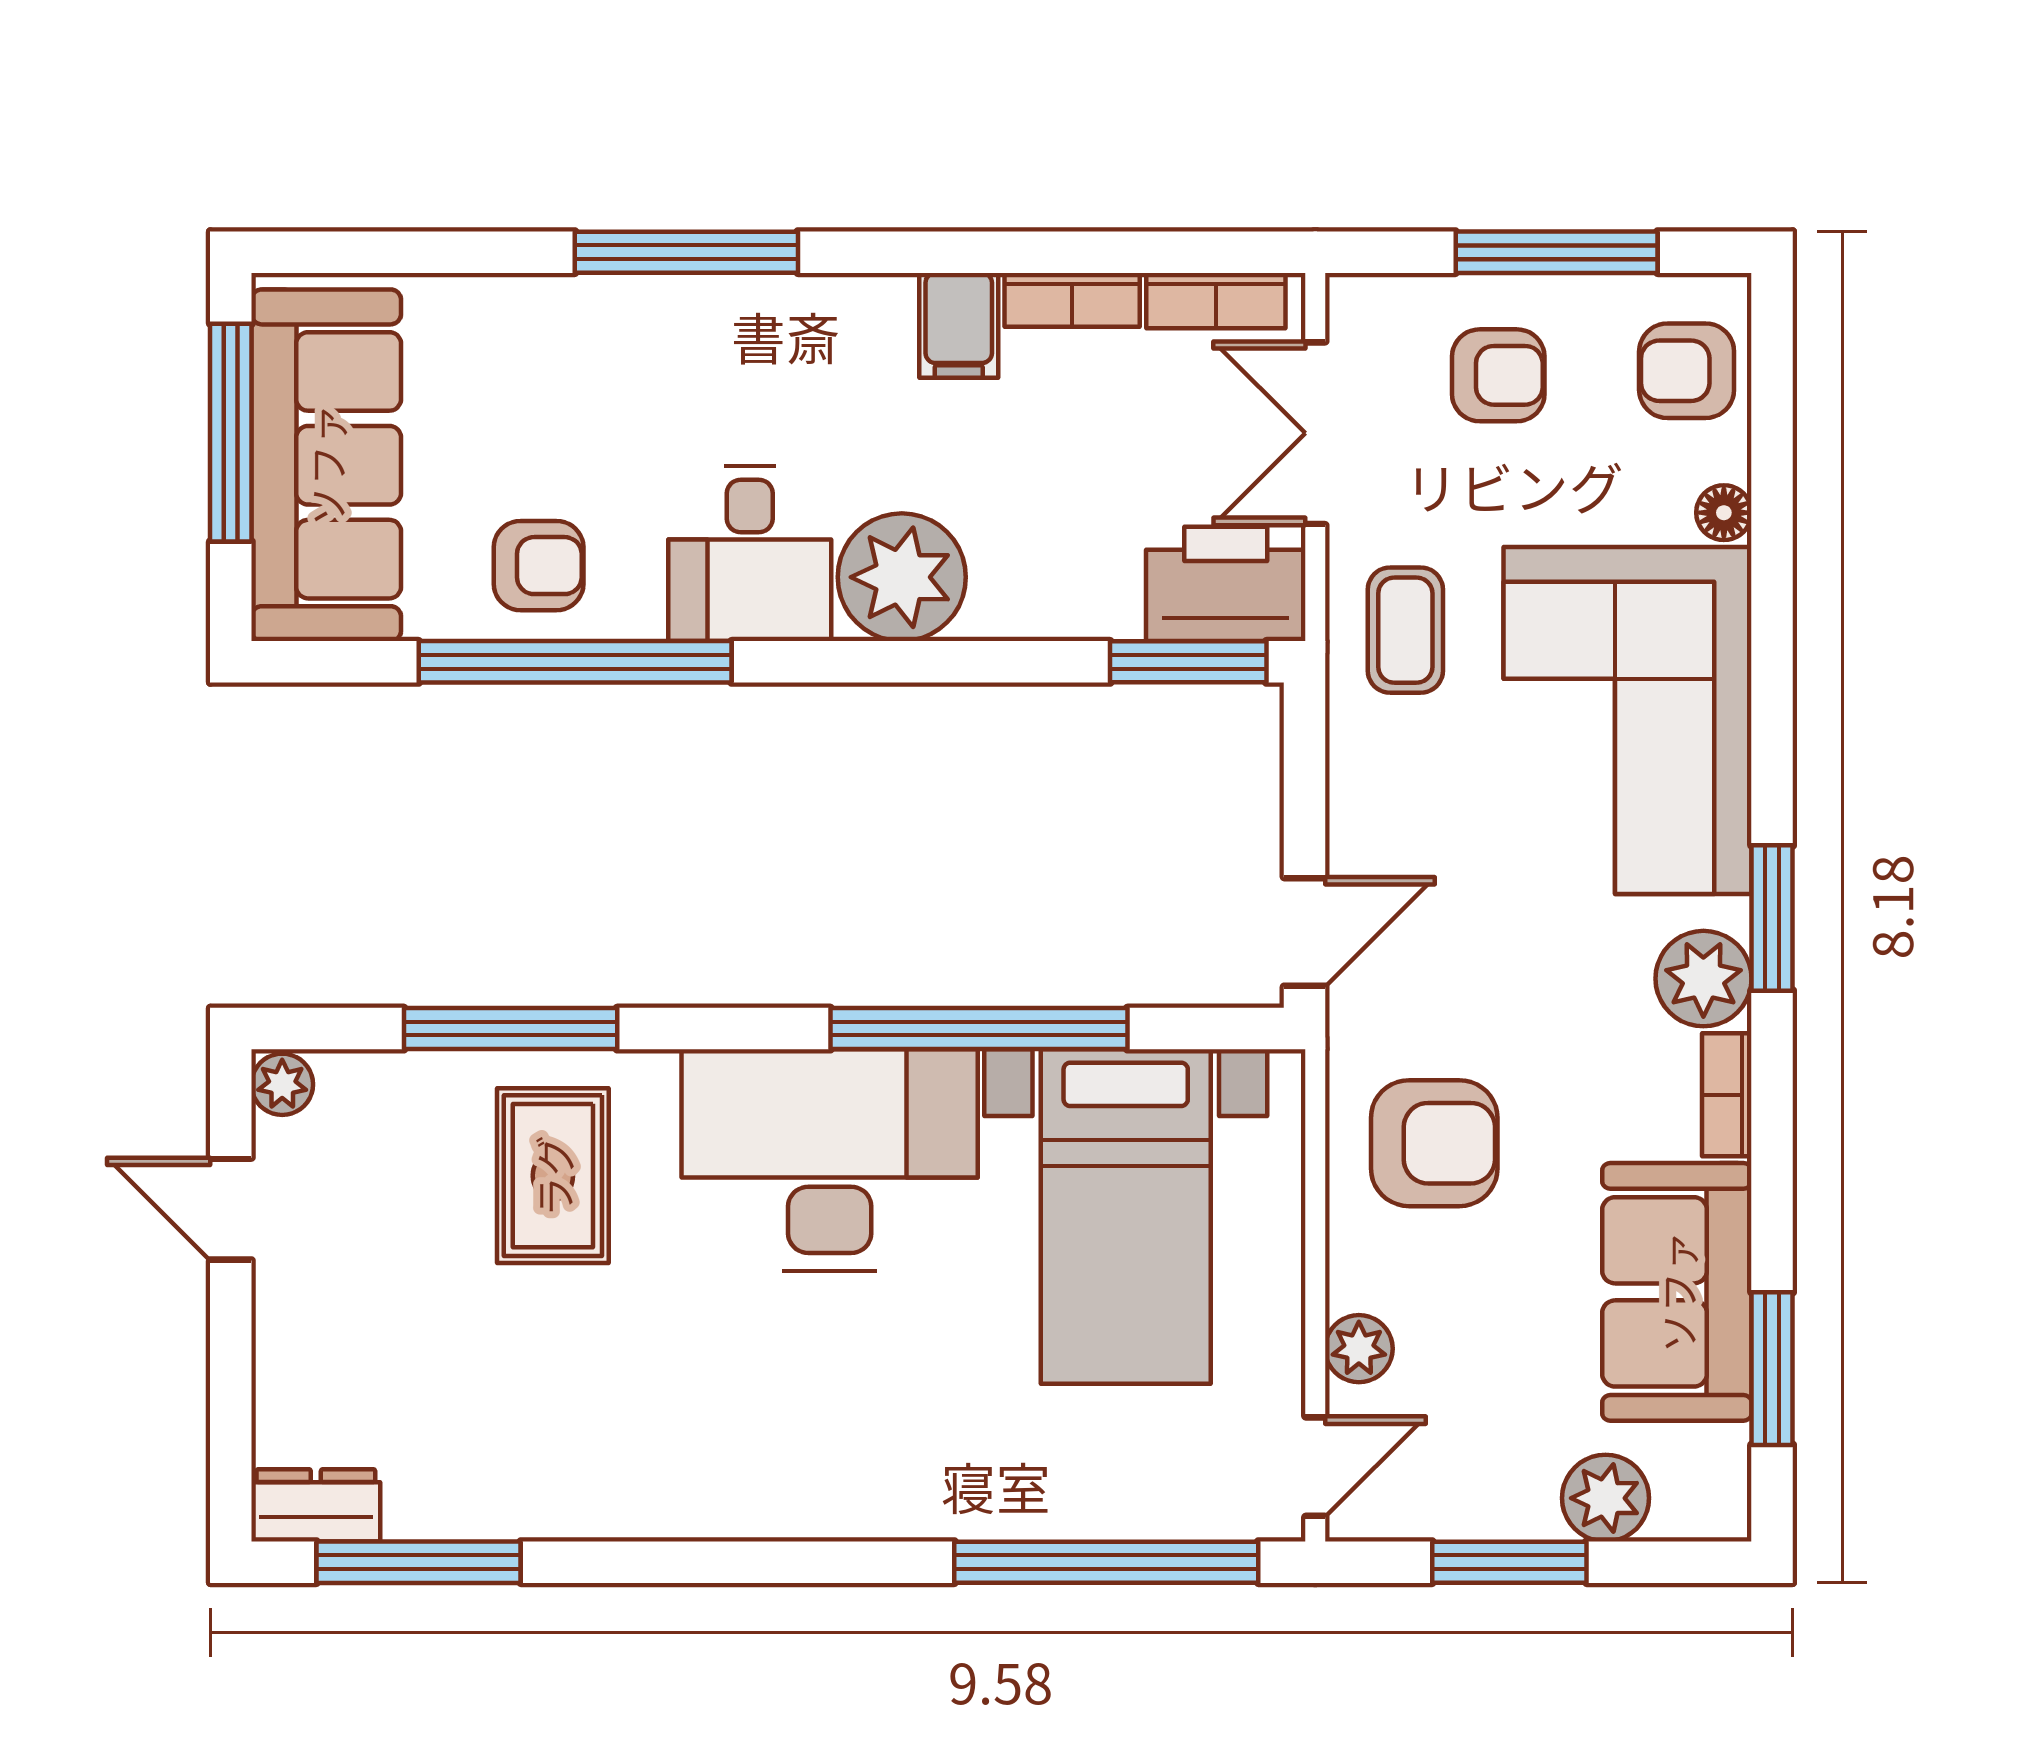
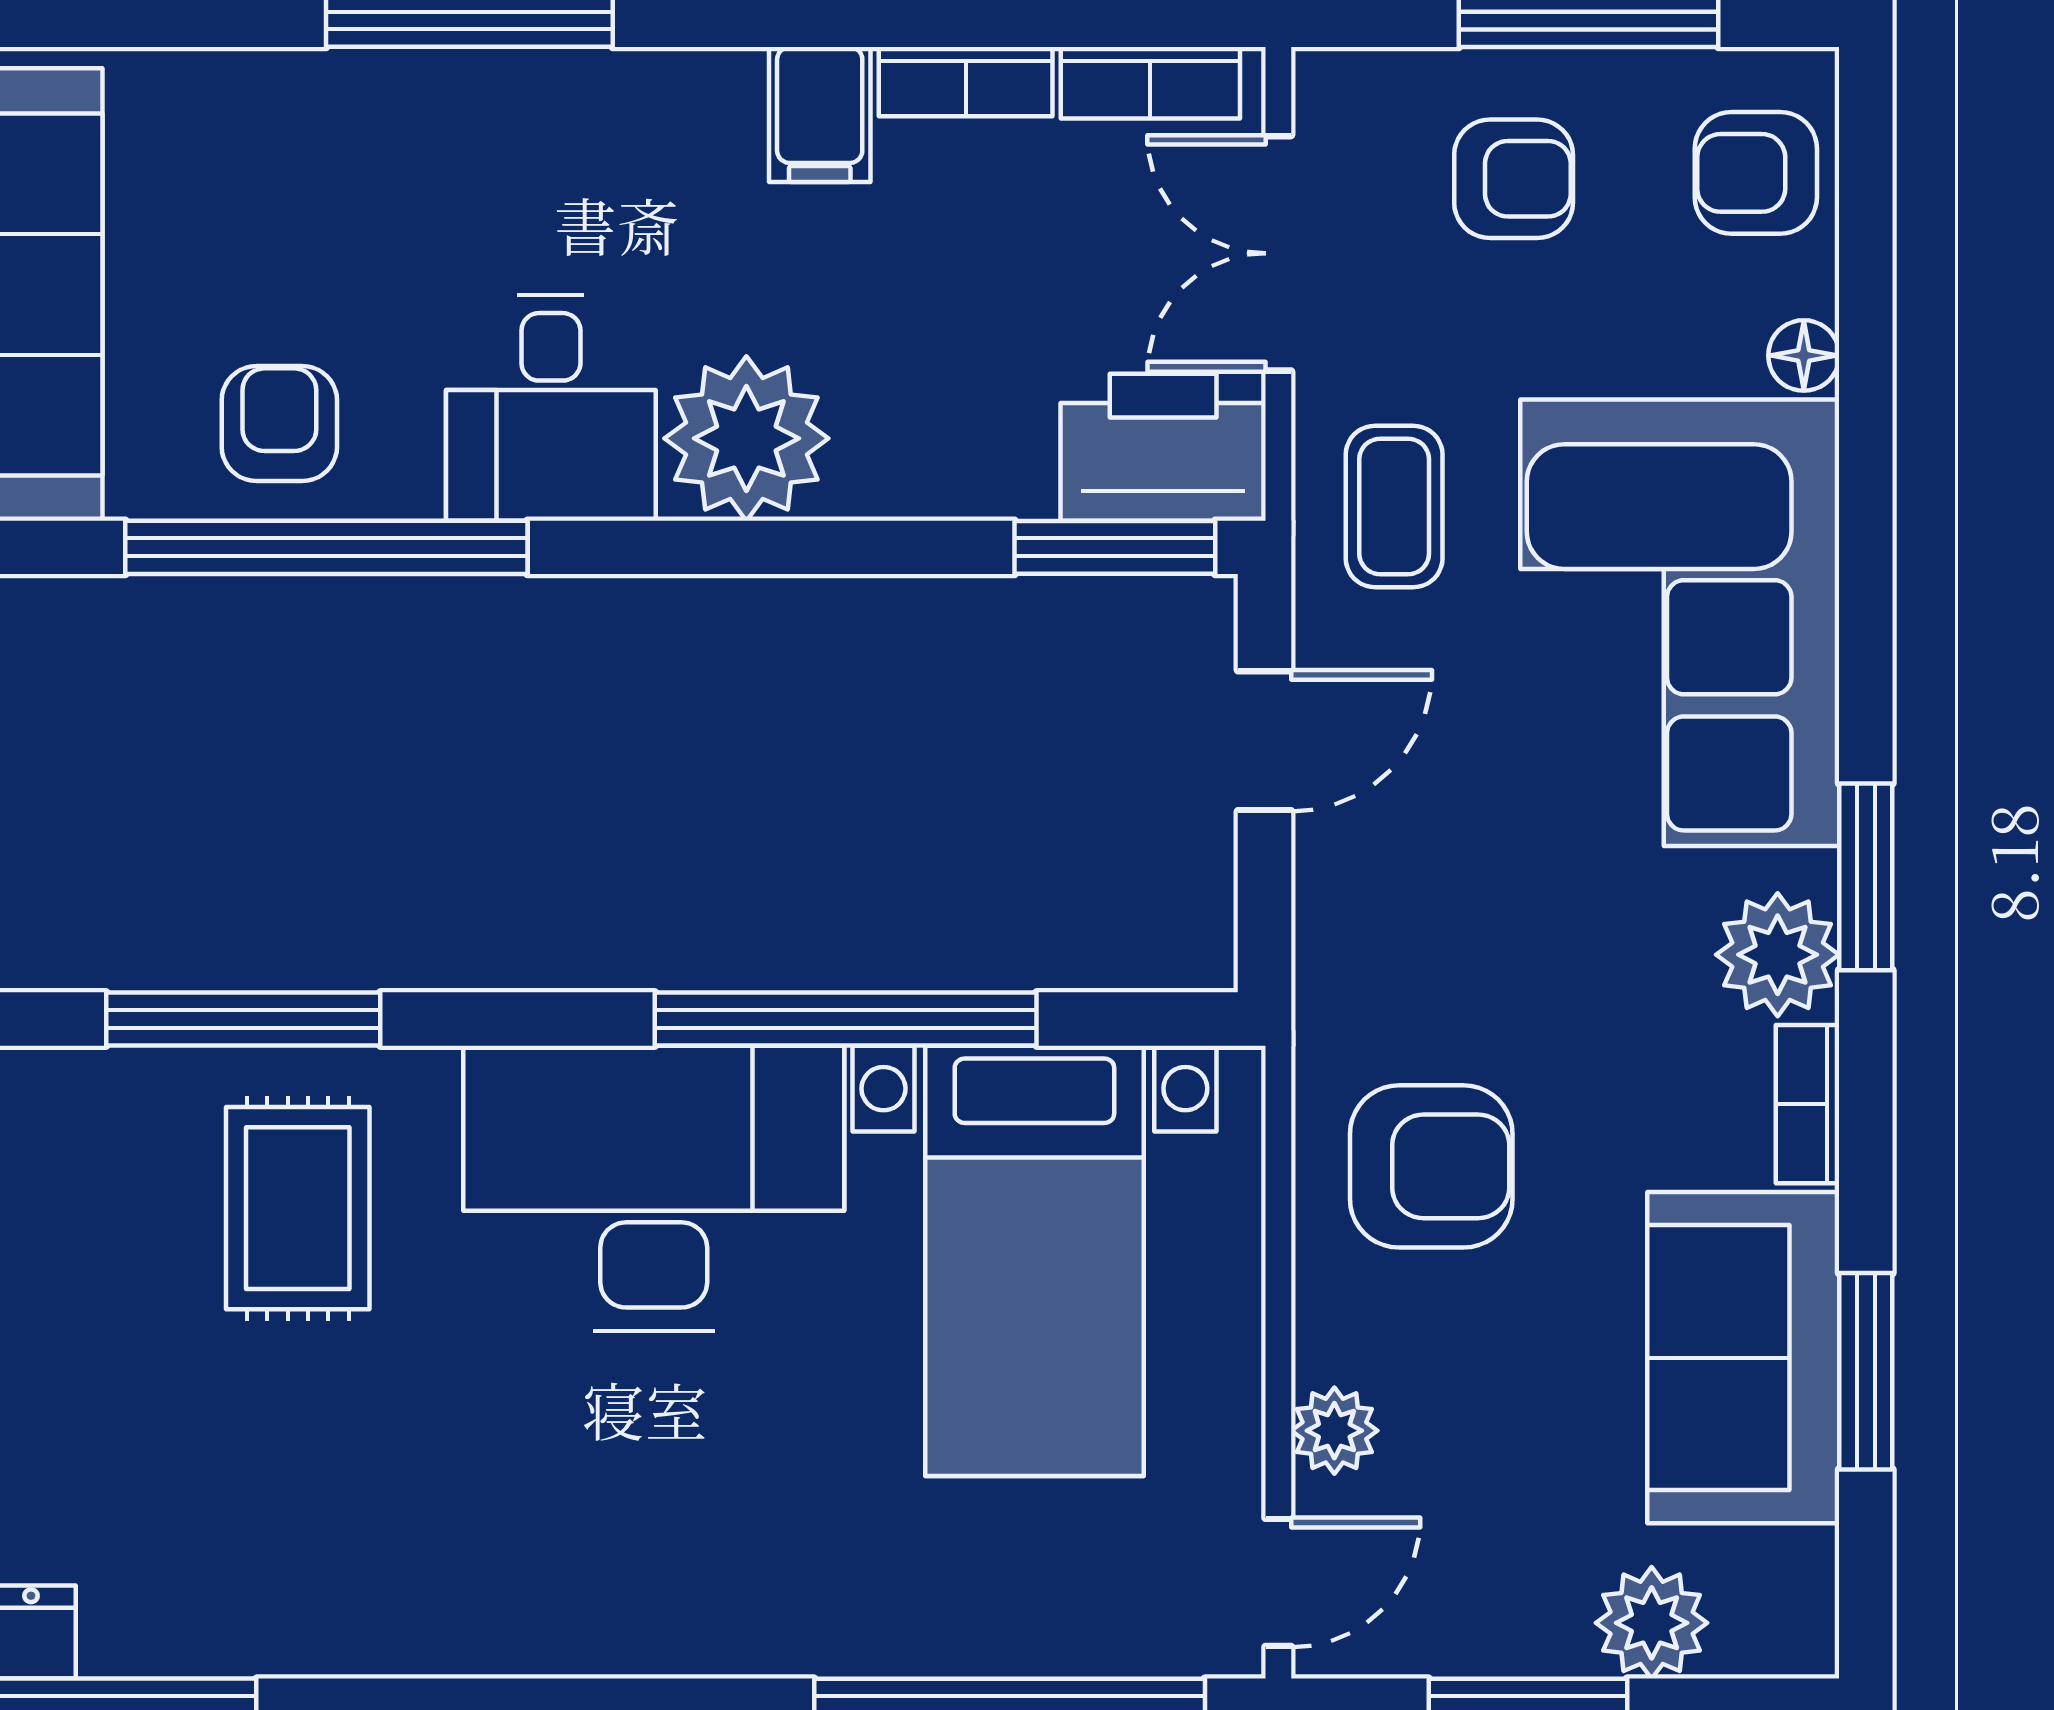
armchair: (539, 566) -> (279, 424), turned -90
door: (1305, 932) -> (1264, 741), moved
window: (1772, 1369) -> (1866, 1371), moved

